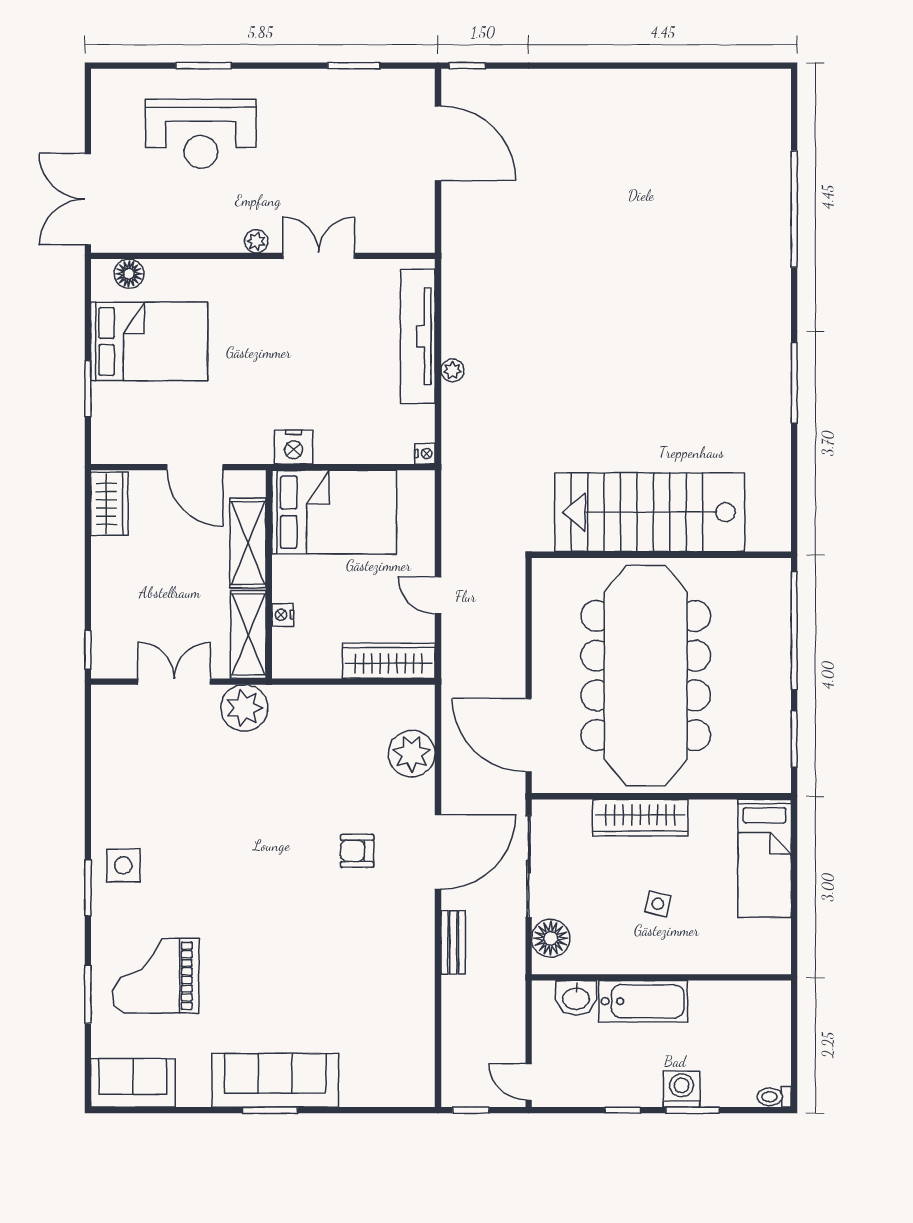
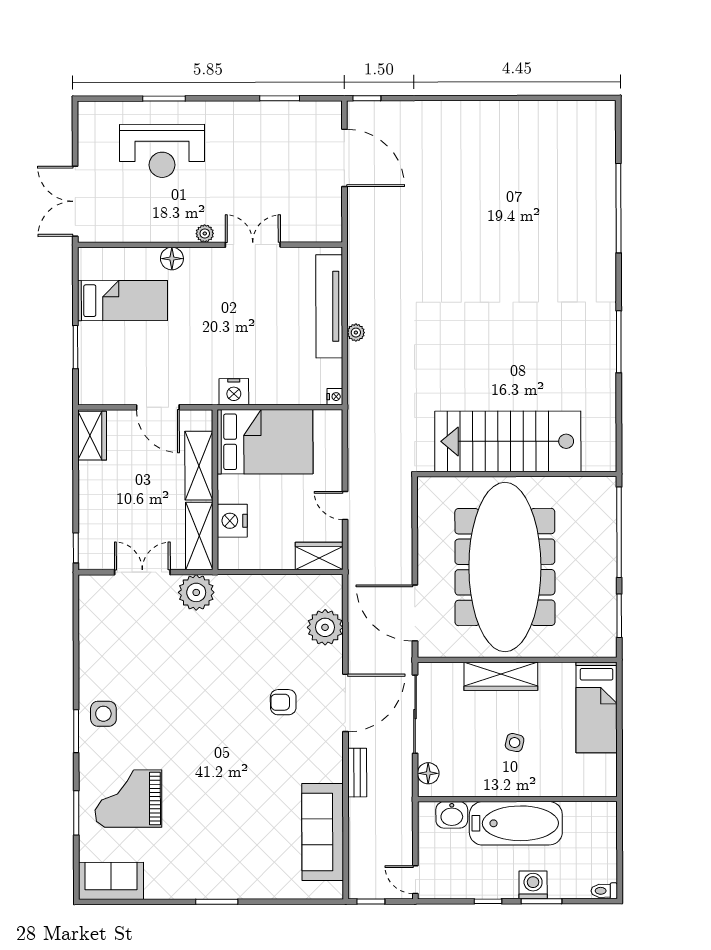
floor lamp: (129, 274) -> (172, 259), moved
bed: (149, 341) -> (123, 301), width x0.67
nightstand: (283, 615) -> (232, 521), width x1.89, depth x1.79
wardrobe: (389, 661) -> (319, 556), width x0.67
floor lamp: (551, 938) -> (428, 773), width x0.73, depth x0.73
bathtub: (643, 1001) -> (516, 823), width x1.36, depth x1.36
sofa: (275, 1080) -> (323, 832), moved, turned -90

